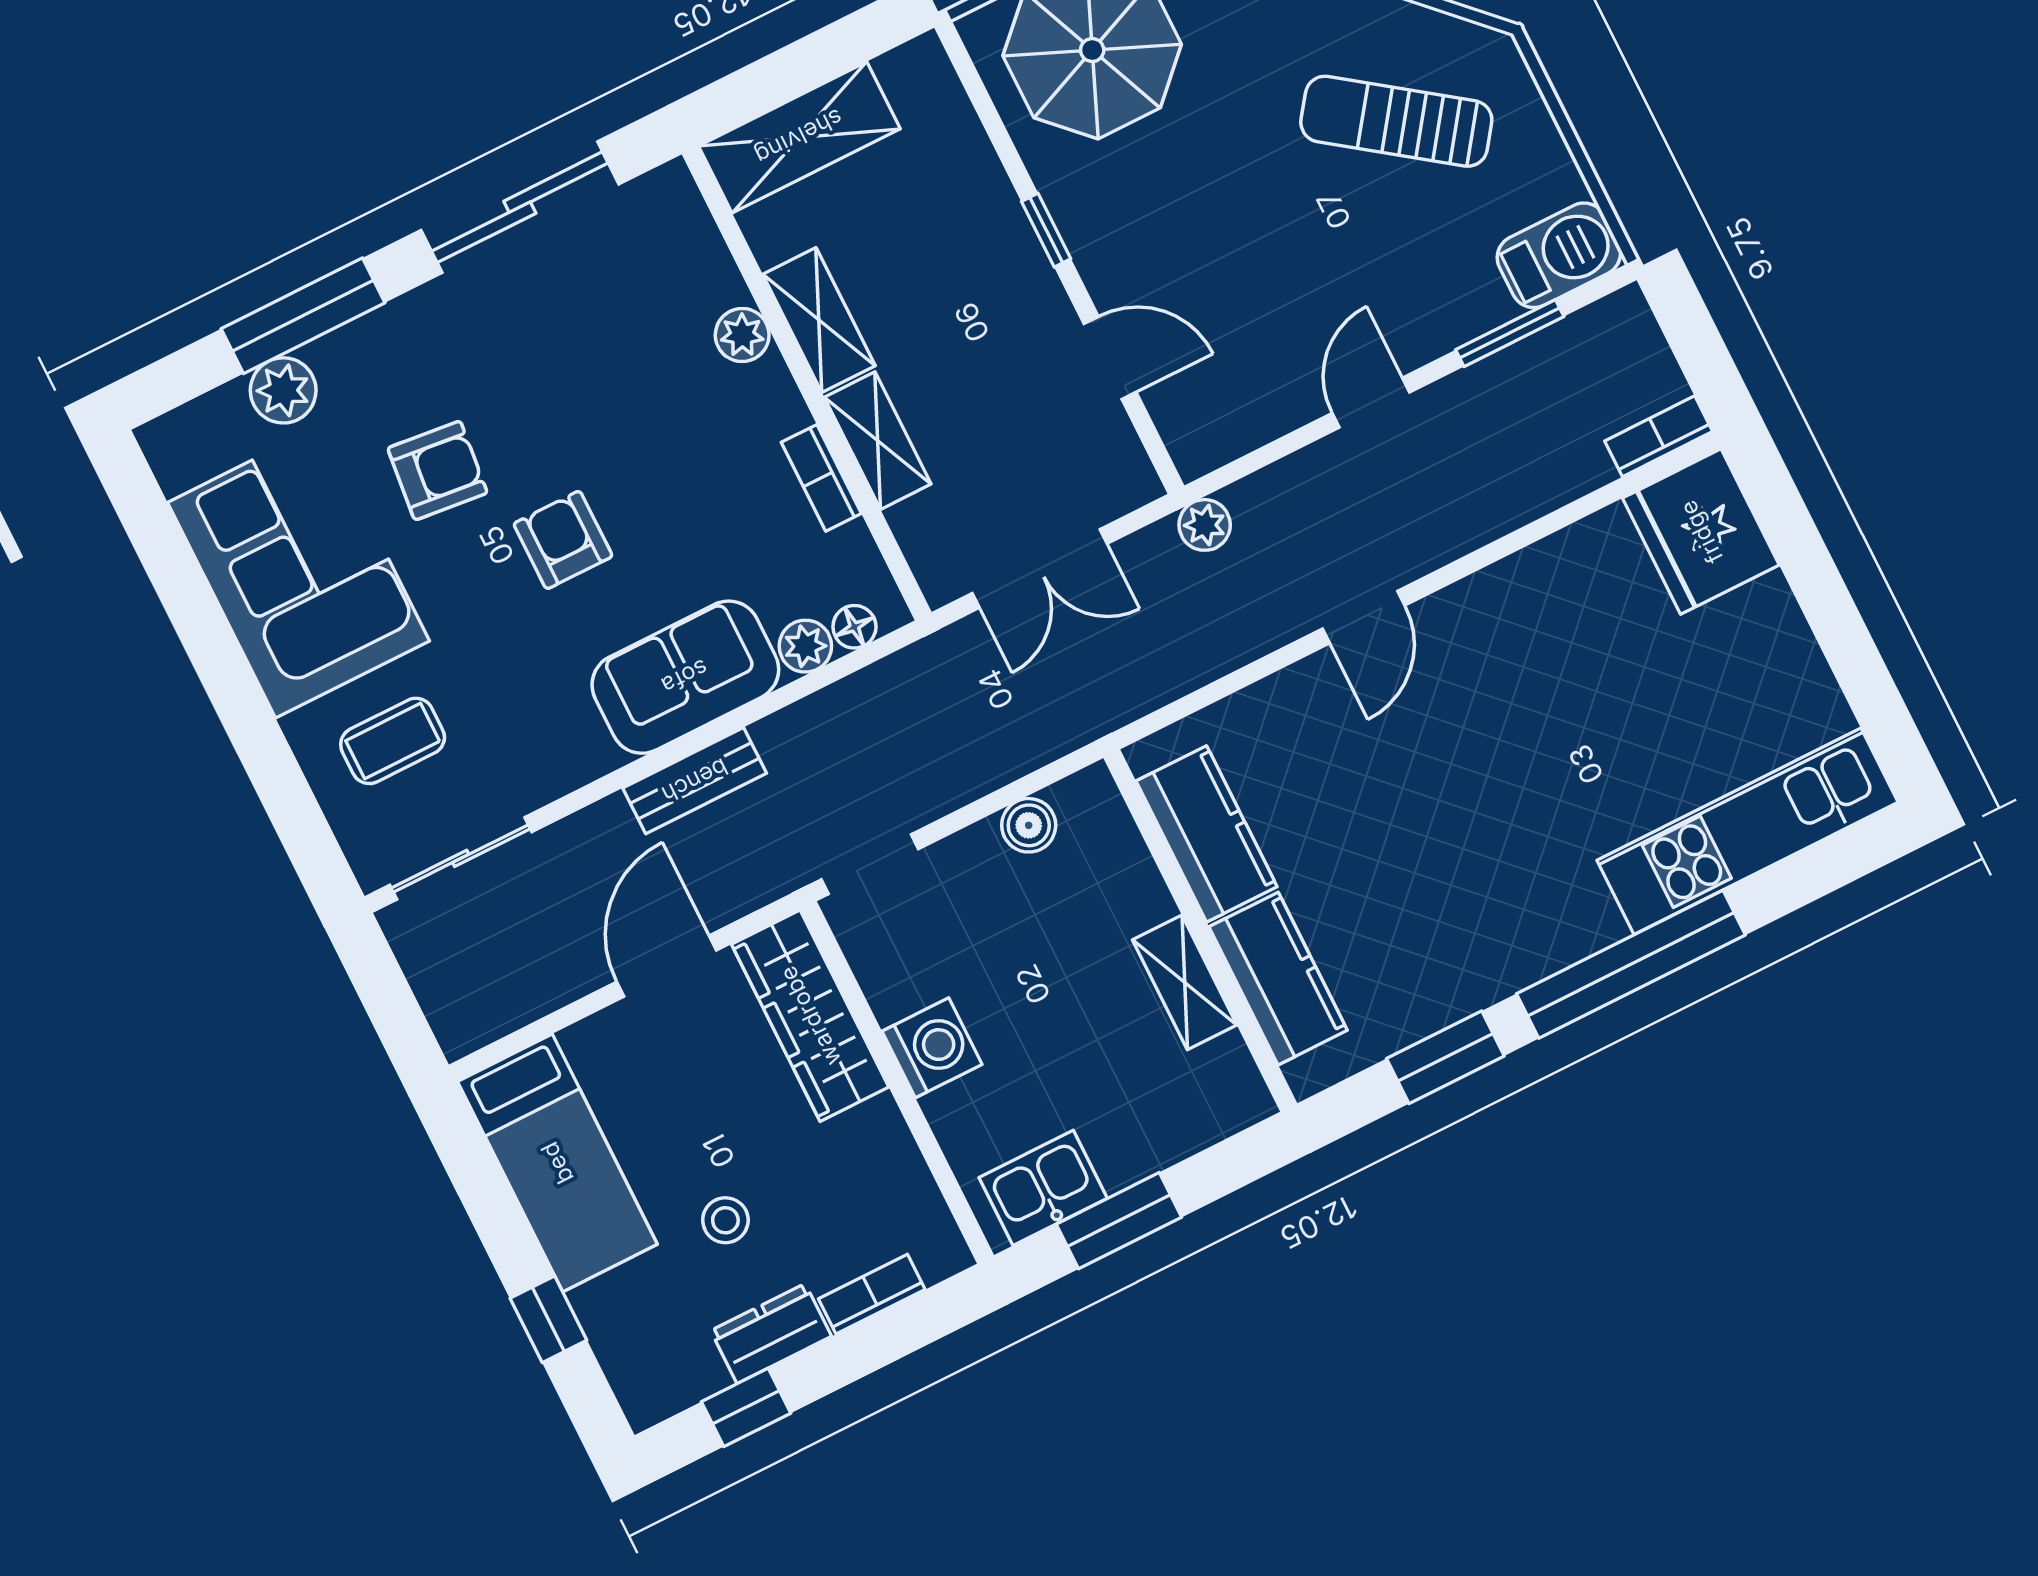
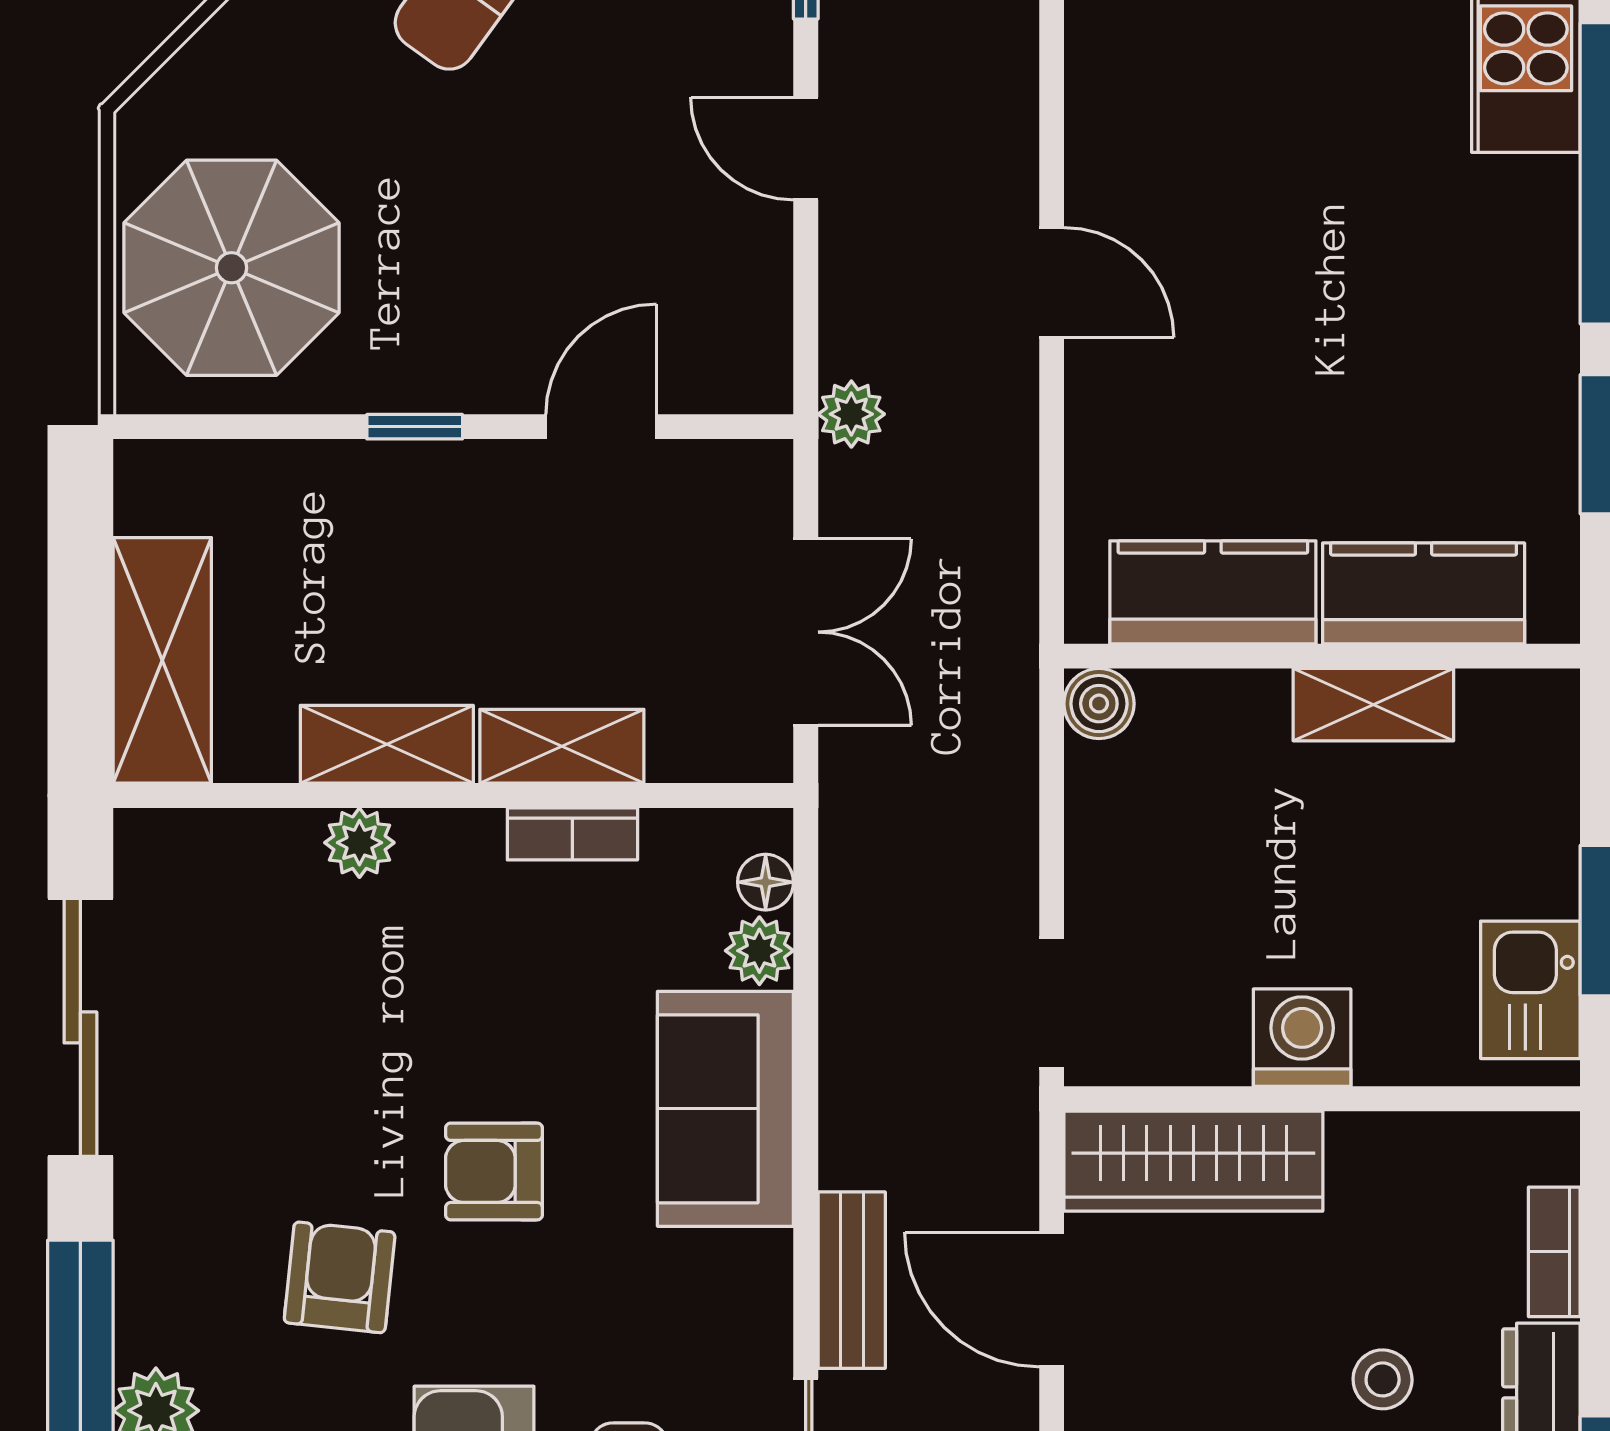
bench: (695, 781) -> (852, 1280), moved
boiler: (1029, 825) -> (1099, 704), moved

